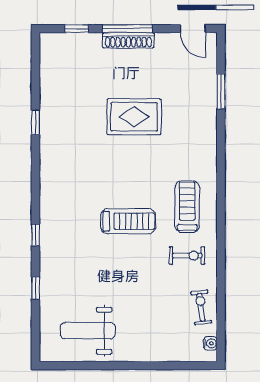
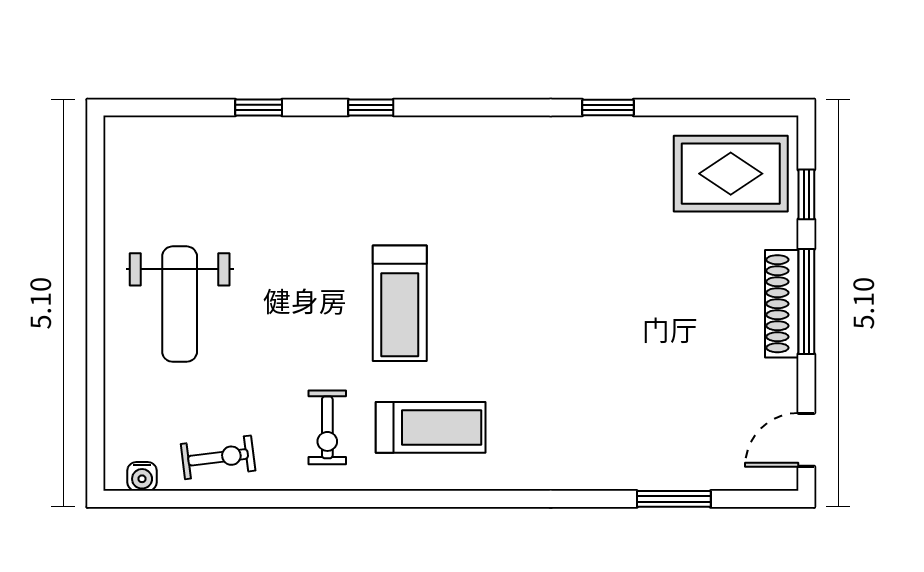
rug: (134, 117) -> (731, 174), moved, turned 90
weight bench: (88, 331) -> (180, 304), moved, turned 180

